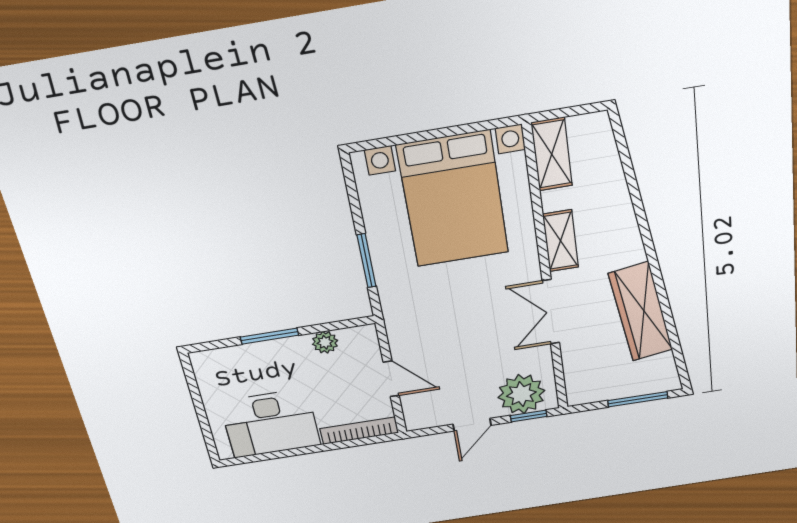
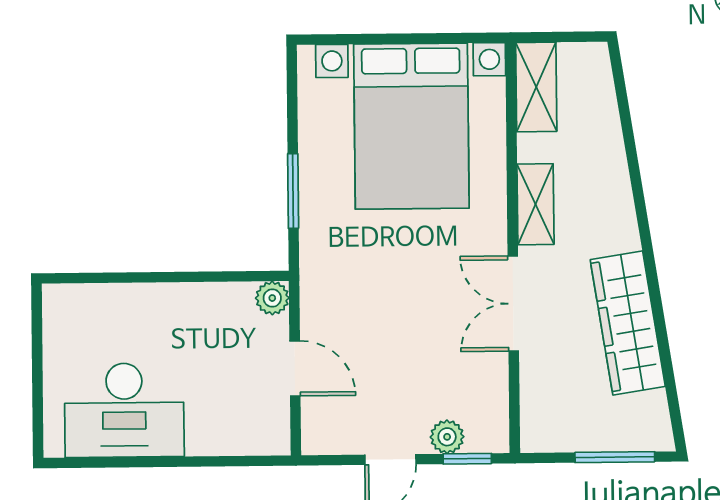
window: (269, 336) -> (151, 277), removed
plant: (325, 342) -> (272, 298), moved
plant: (521, 394) -> (447, 437), width x0.53, depth x0.53
bookcase: (359, 431) -> (239, 443), removed

